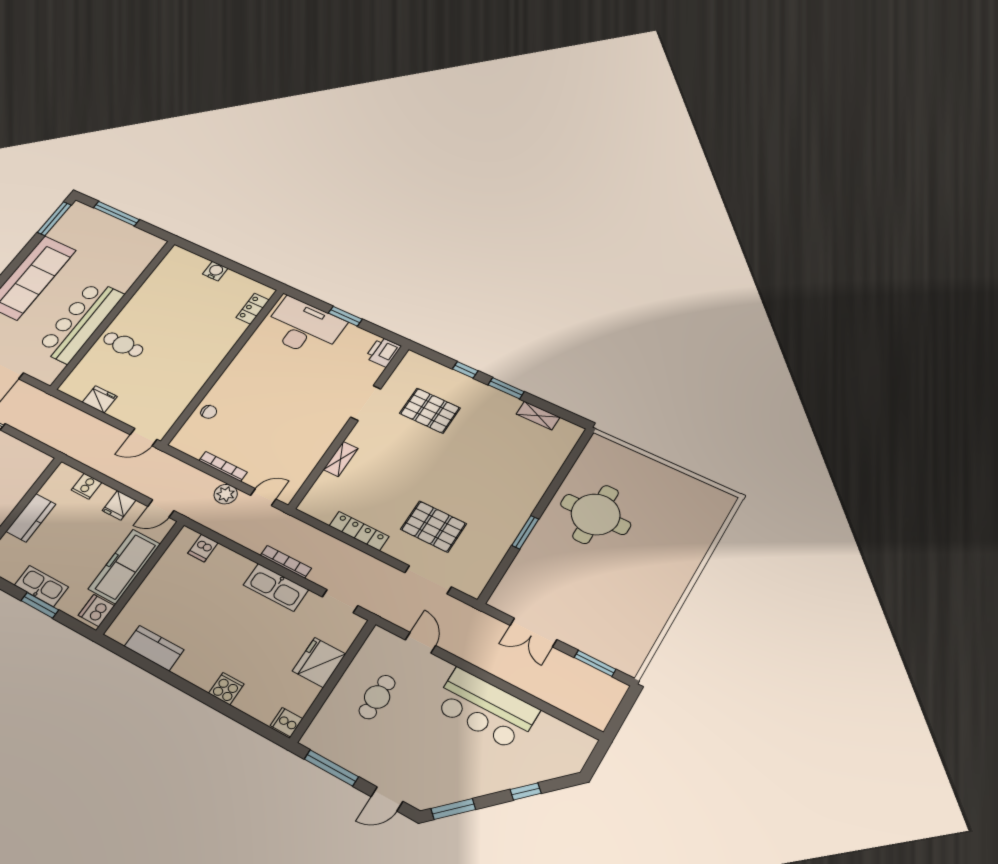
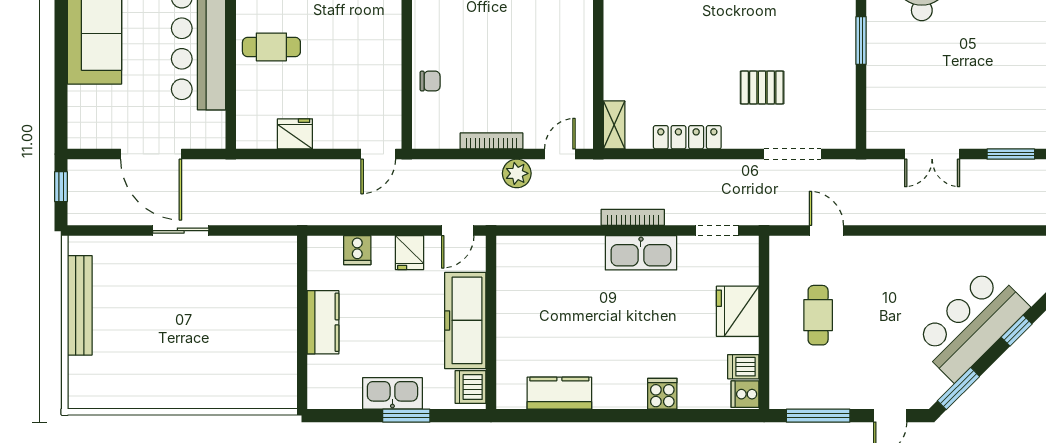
shelving: (341, 459) -> (614, 125), moved
pallet: (433, 527) -> (762, 87), width x0.67, depth x0.71
dishwasher: (203, 548) -> (743, 367), moved, turned 90
bar counter: (486, 709) -> (971, 324), moved, turned 135

